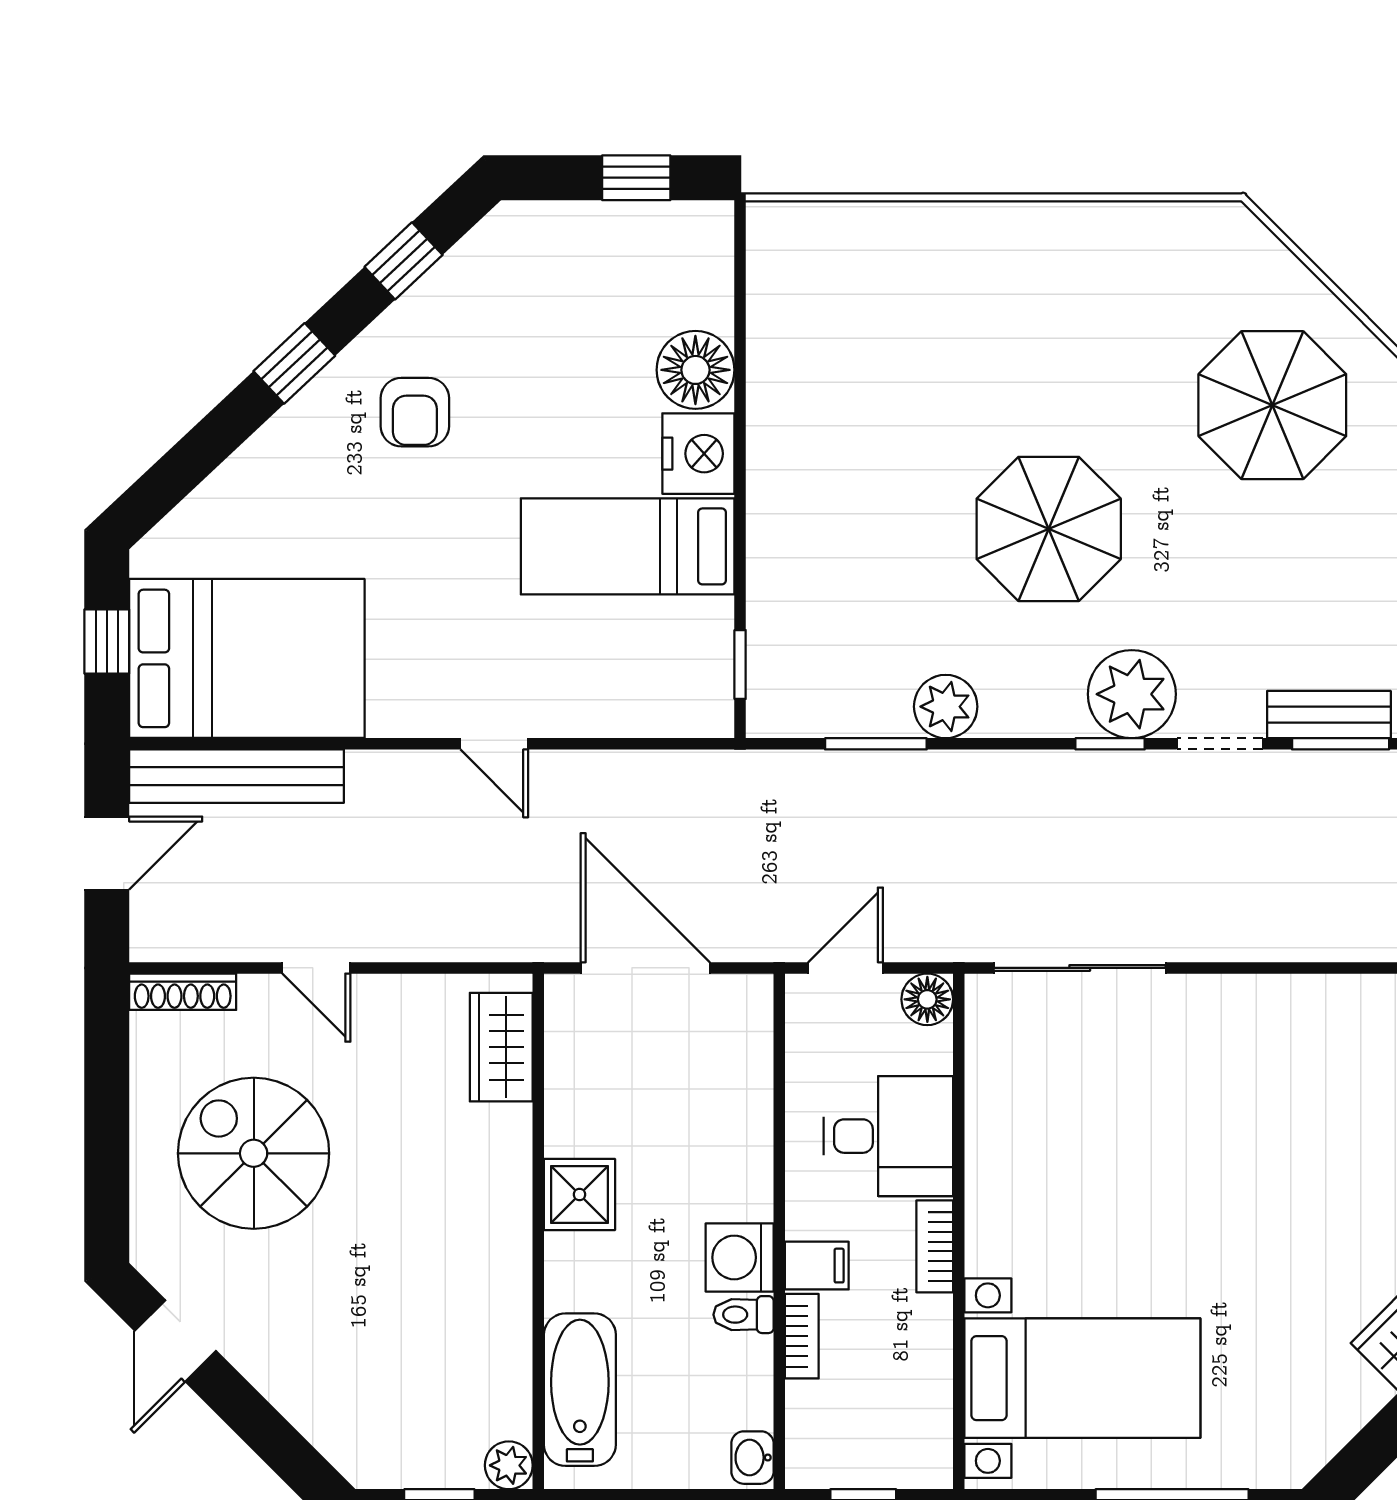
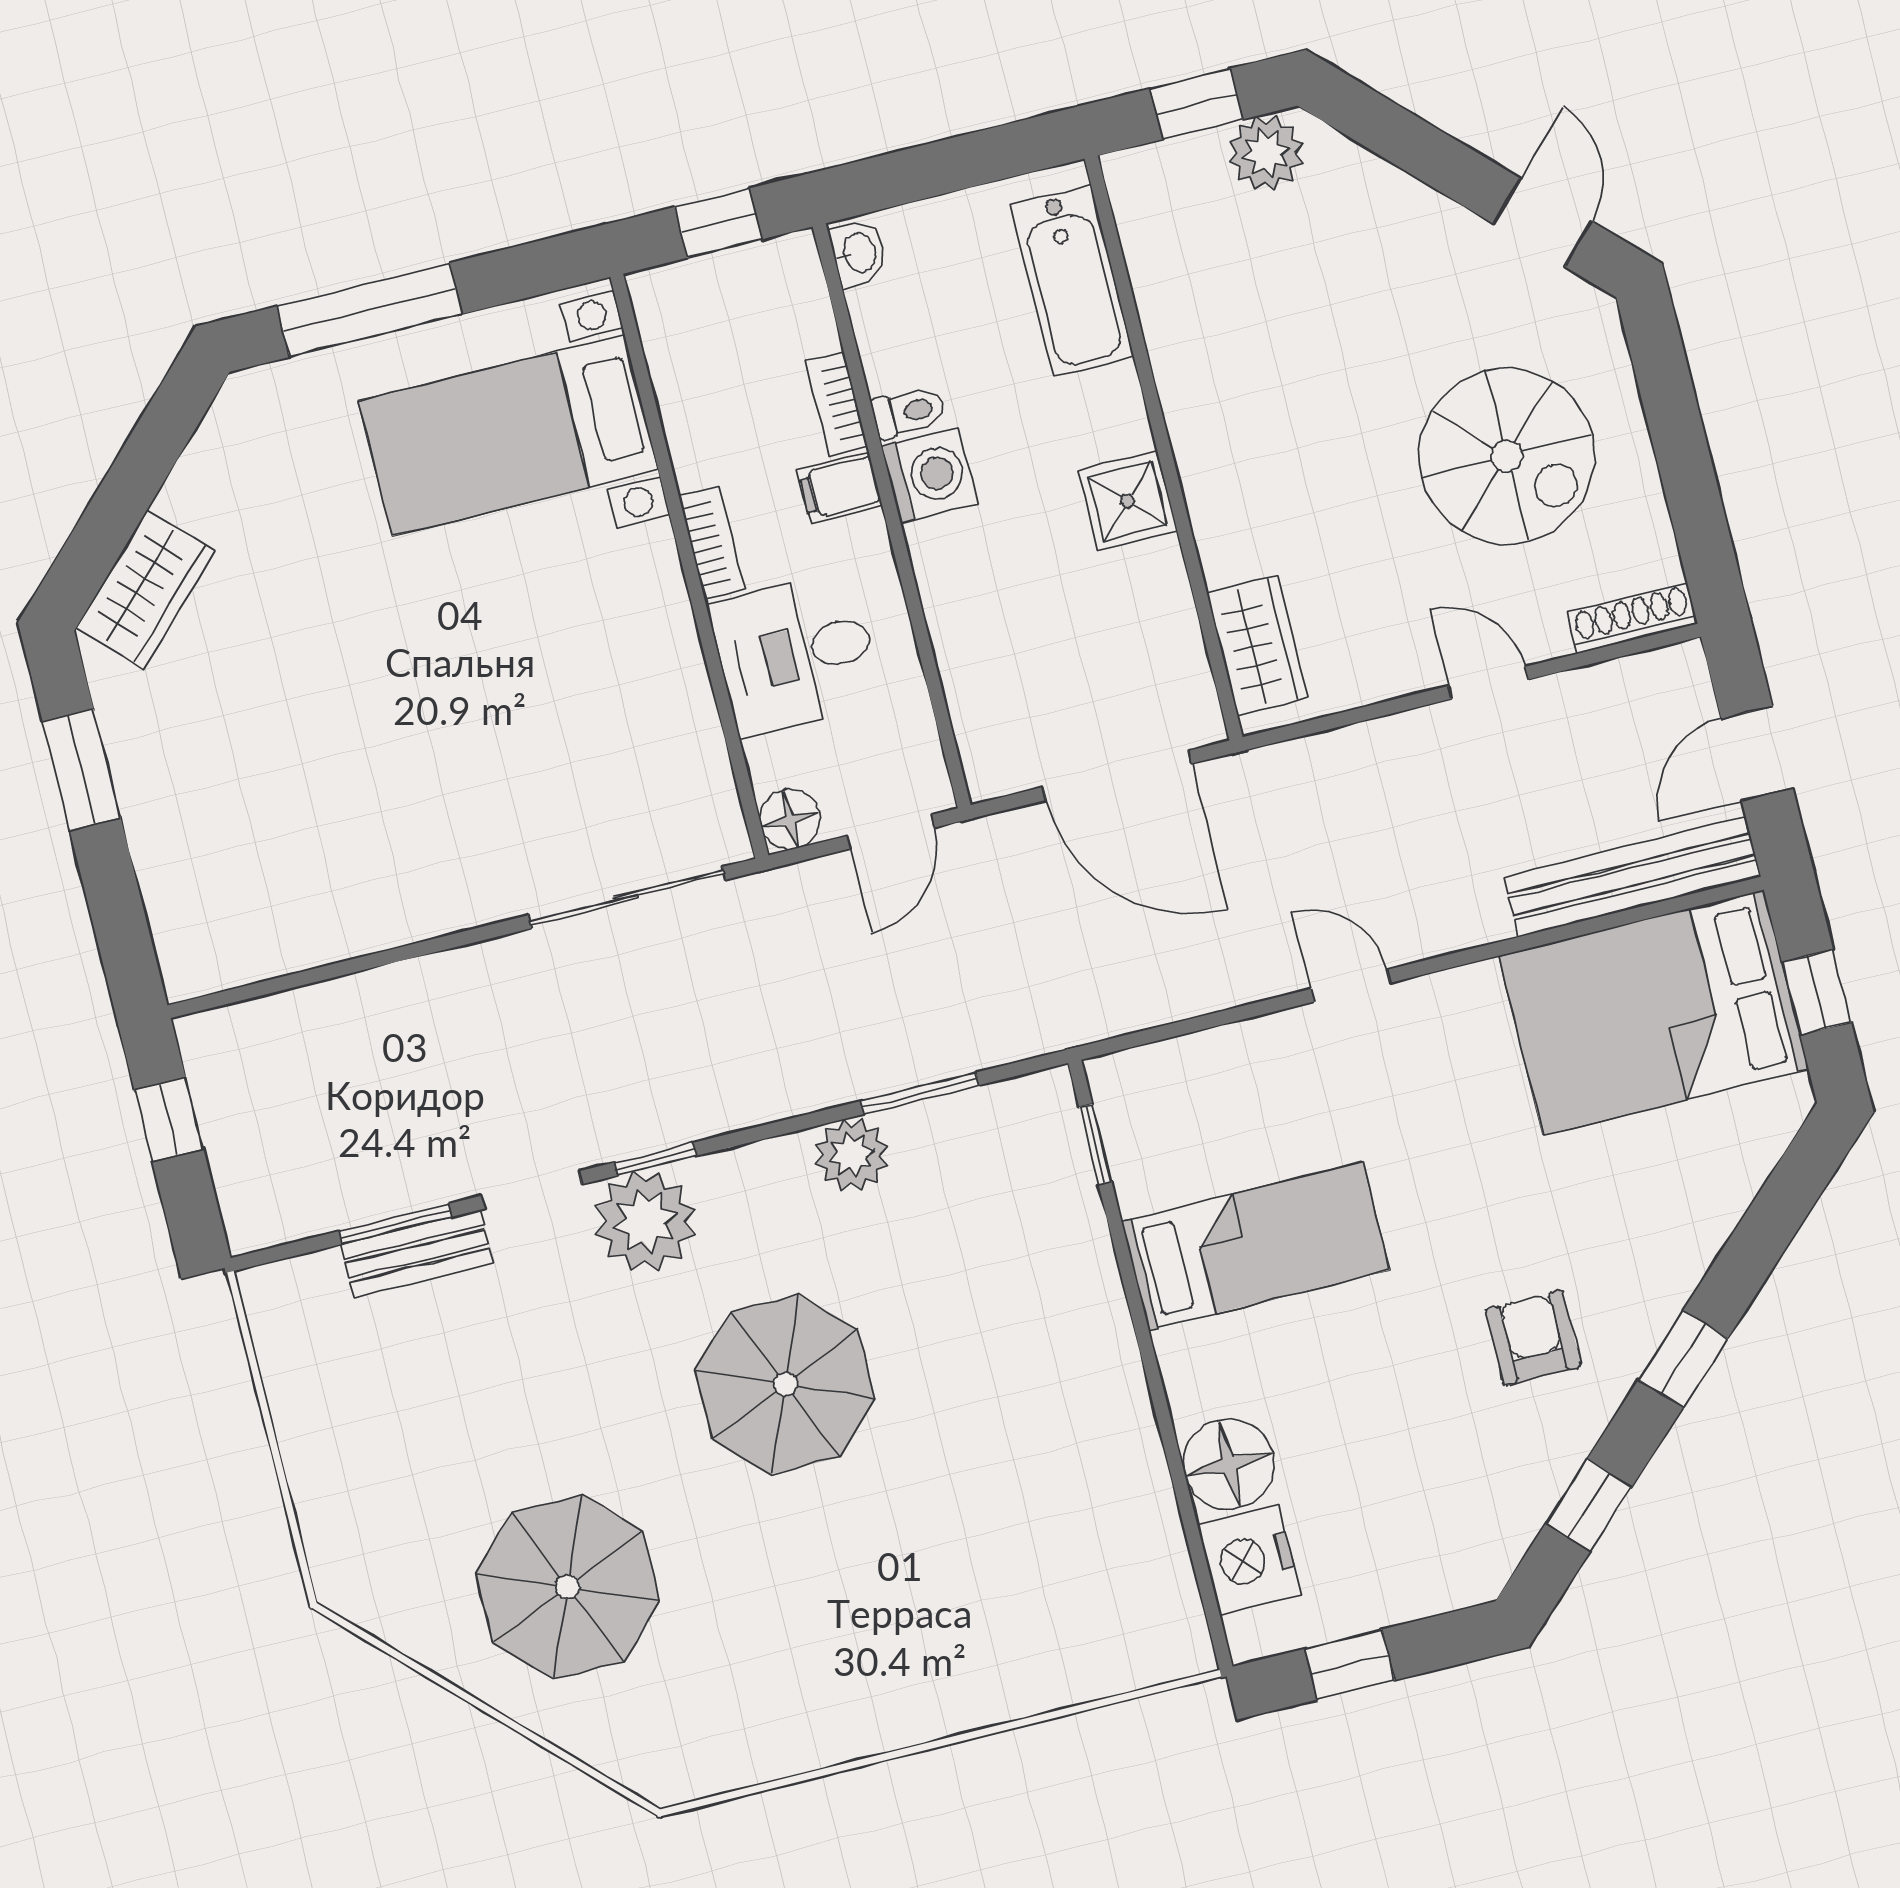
nightstand: (698, 454) -> (1249, 1560), moved
plant: (509, 1465) -> (1266, 153), moved, width x1.38, depth x1.38

